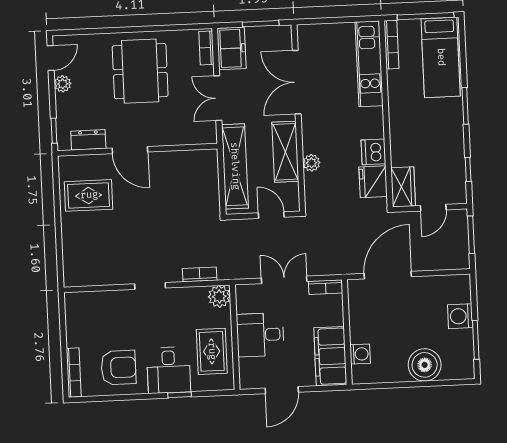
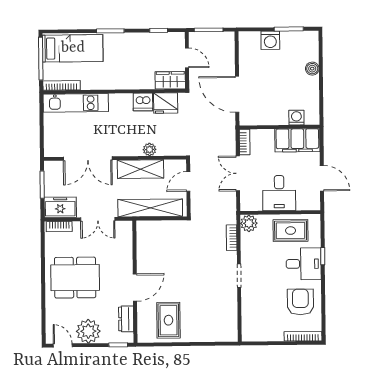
plant: (63, 84) -> (88, 331), width x1.88, depth x1.88
boiler: (425, 365) -> (312, 69), width x0.54, depth x0.54

